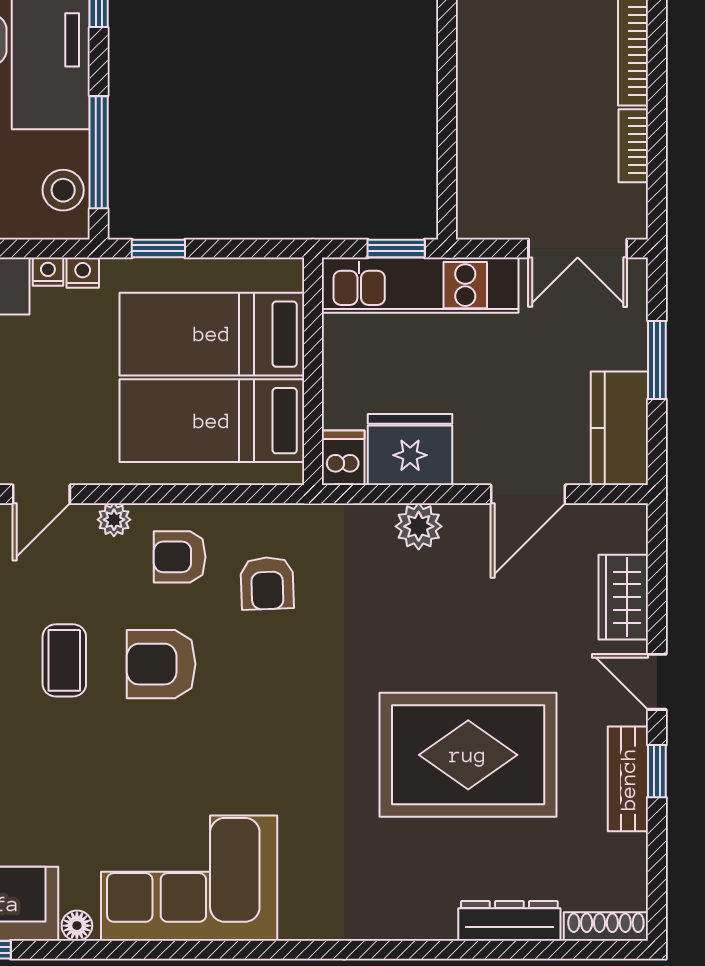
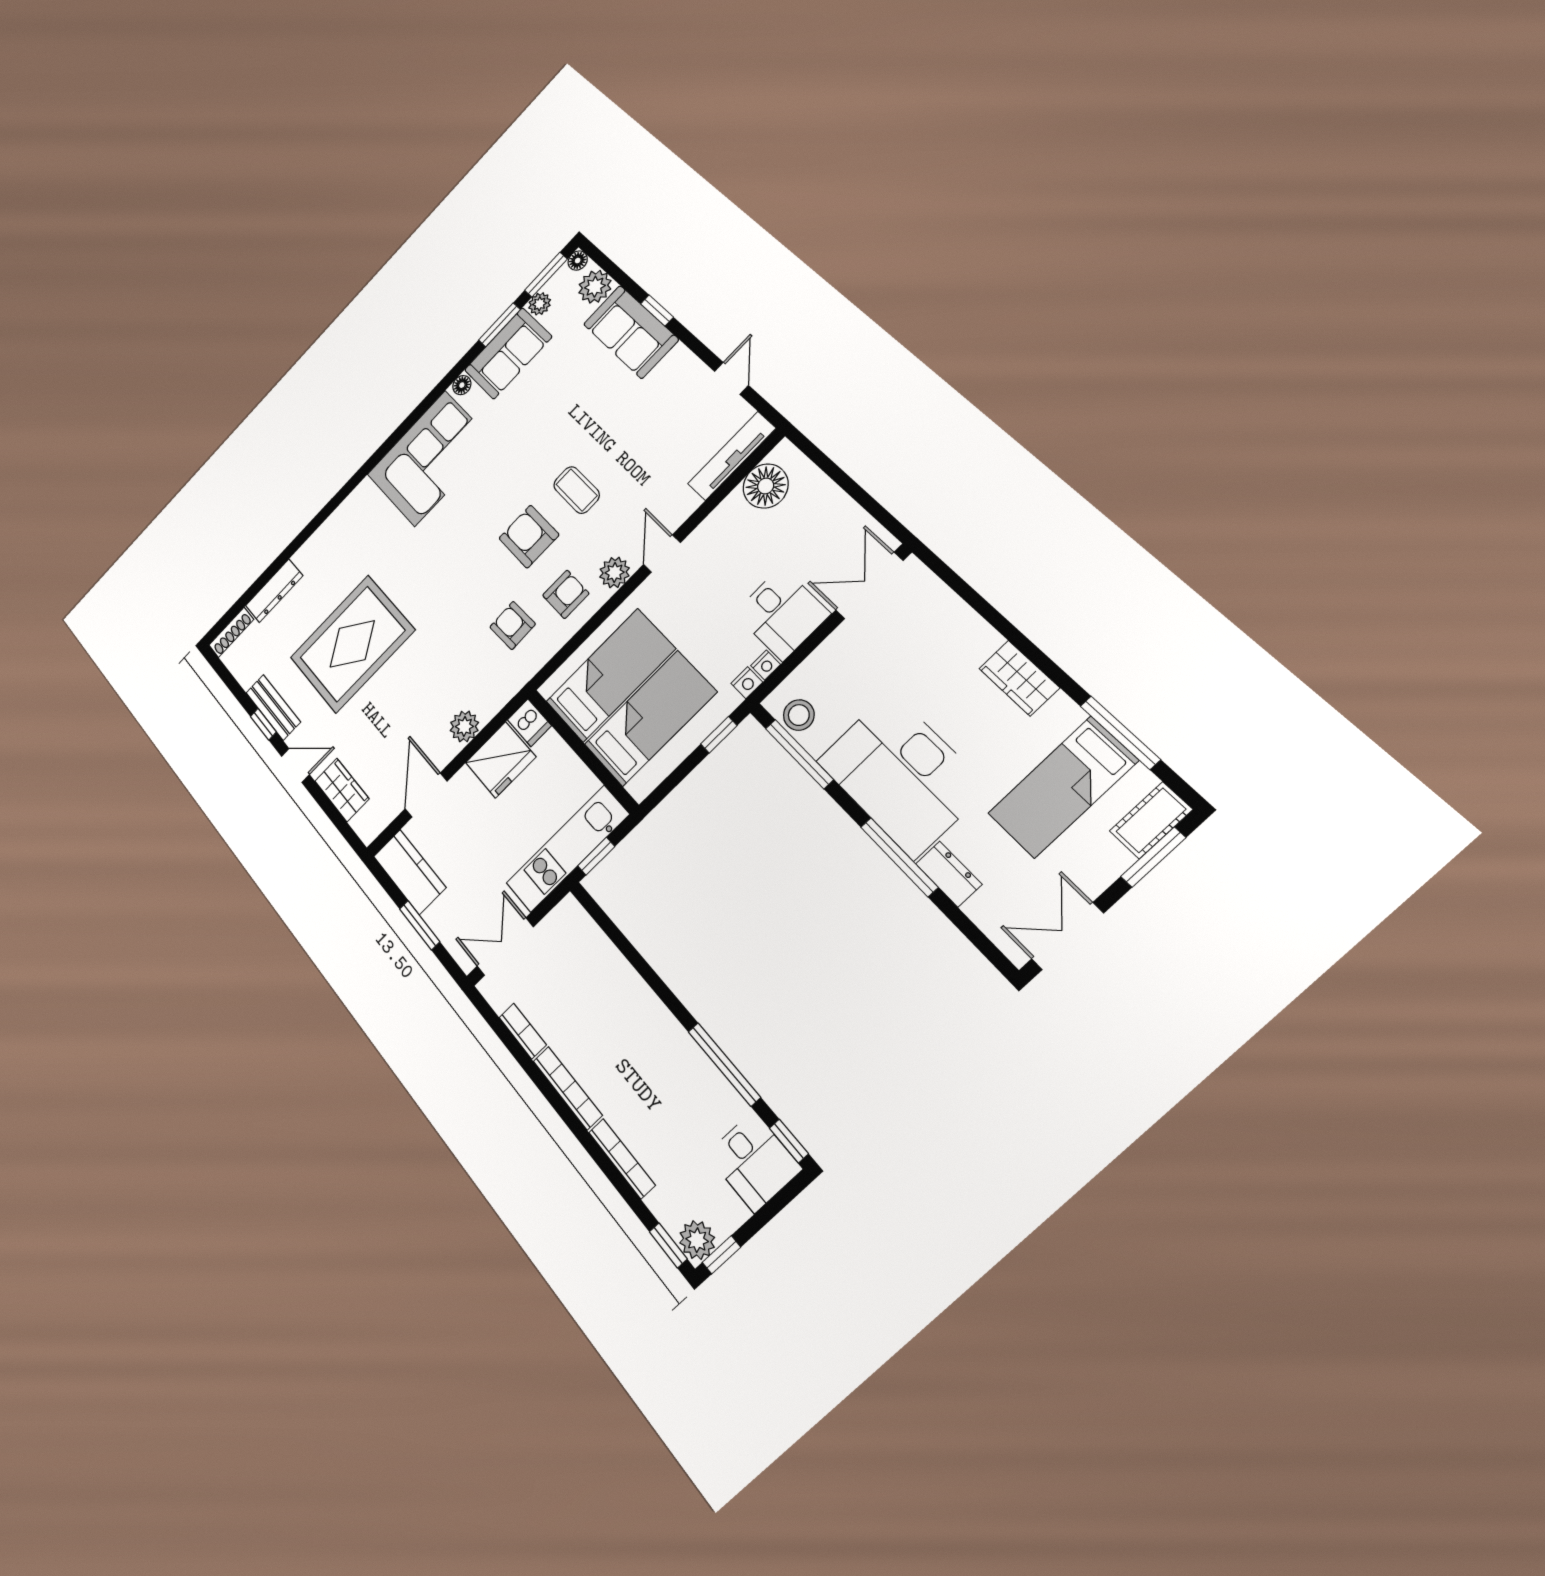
plant: (114, 520) -> (615, 573), width x1.38, depth x1.38
armchair: (161, 664) -> (529, 537), turned -90

